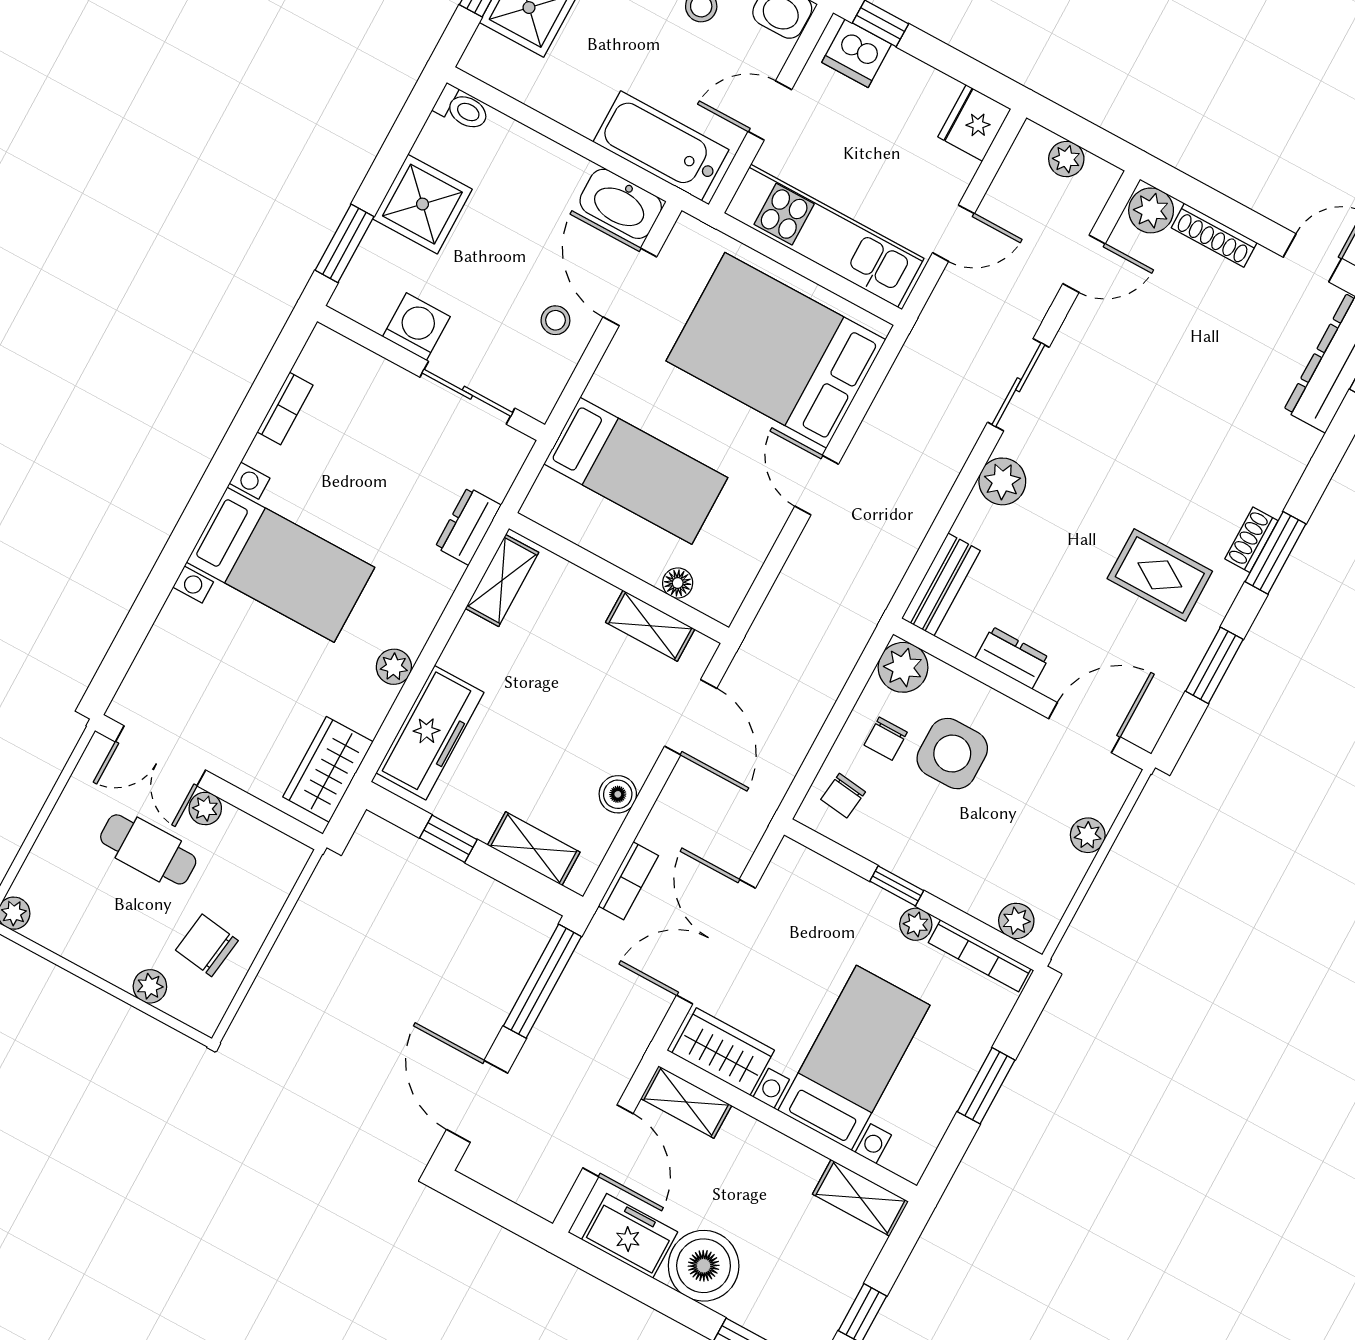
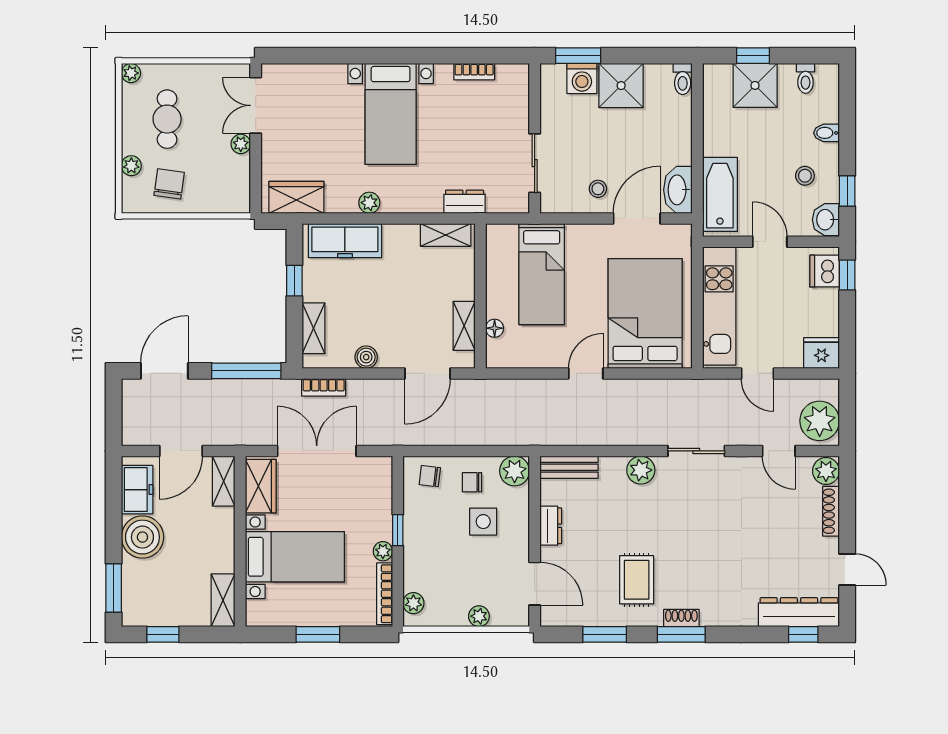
plant: (1066, 159) -> (820, 421), width x1.87, depth x1.87
washing machine: (416, 327) -> (582, 79), moved, turned 90
side table: (952, 754) -> (483, 522), width x0.73, depth x0.73
cafe table: (148, 849) -> (167, 119), moved

